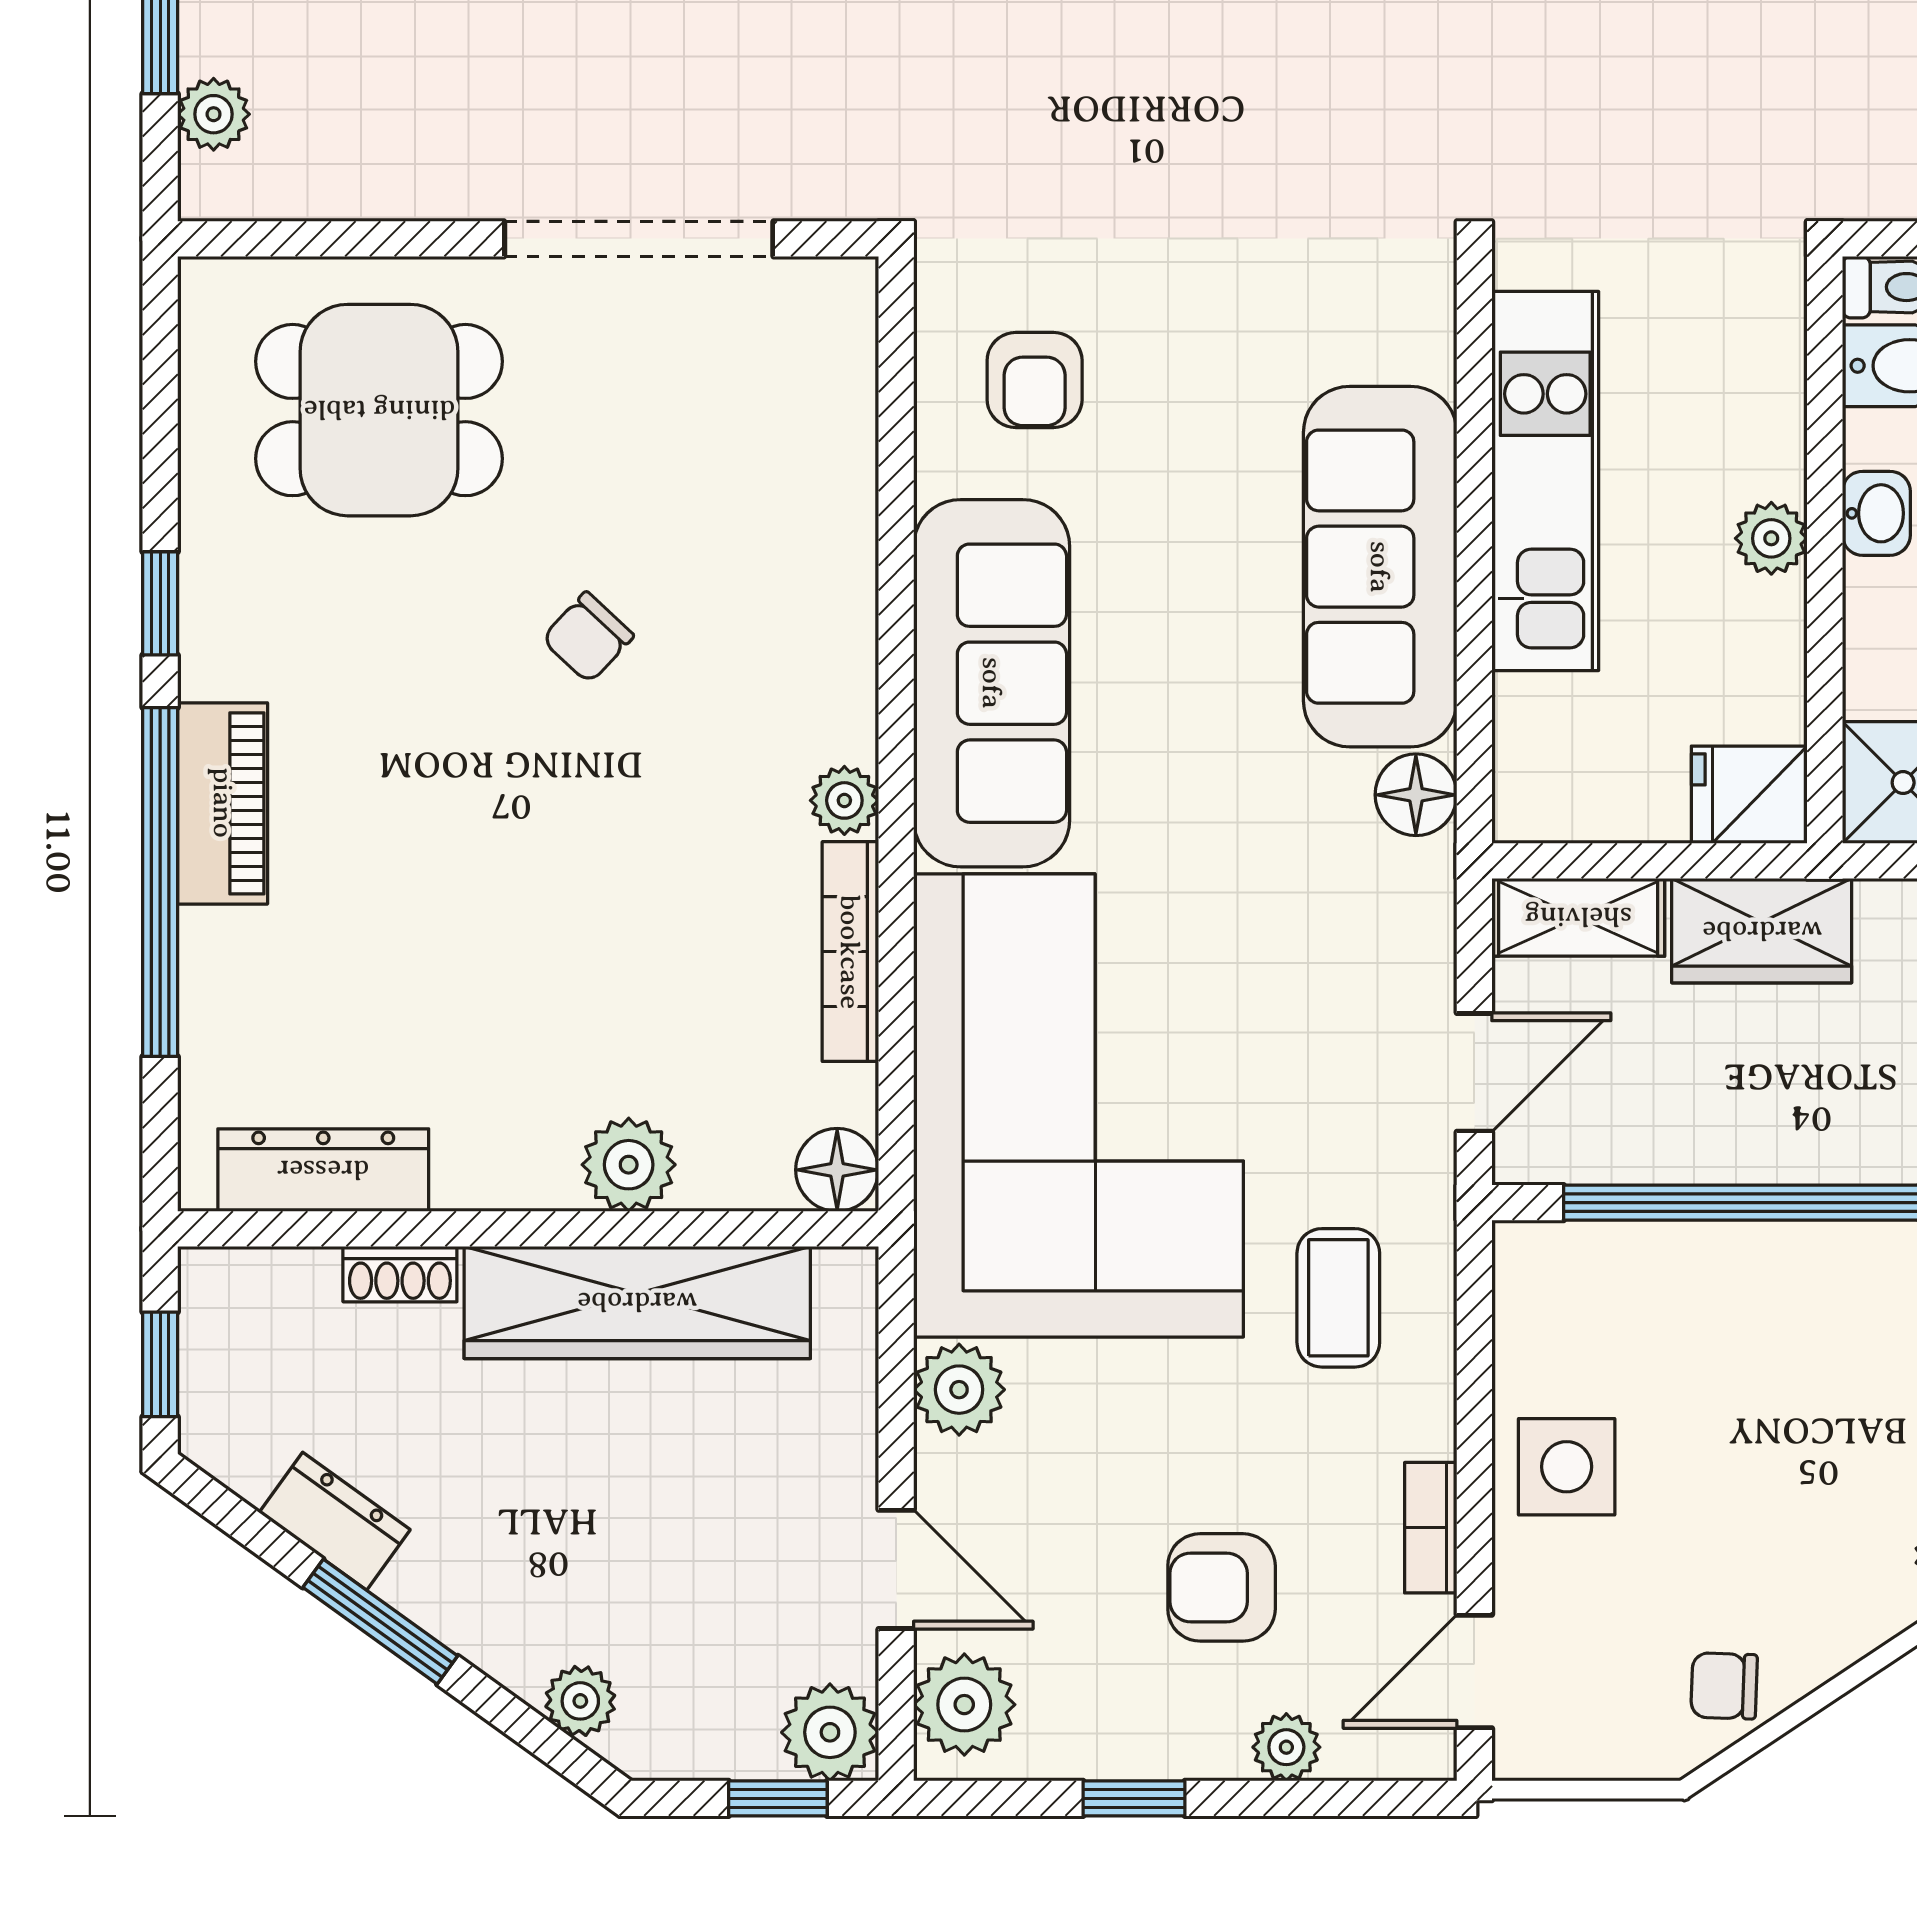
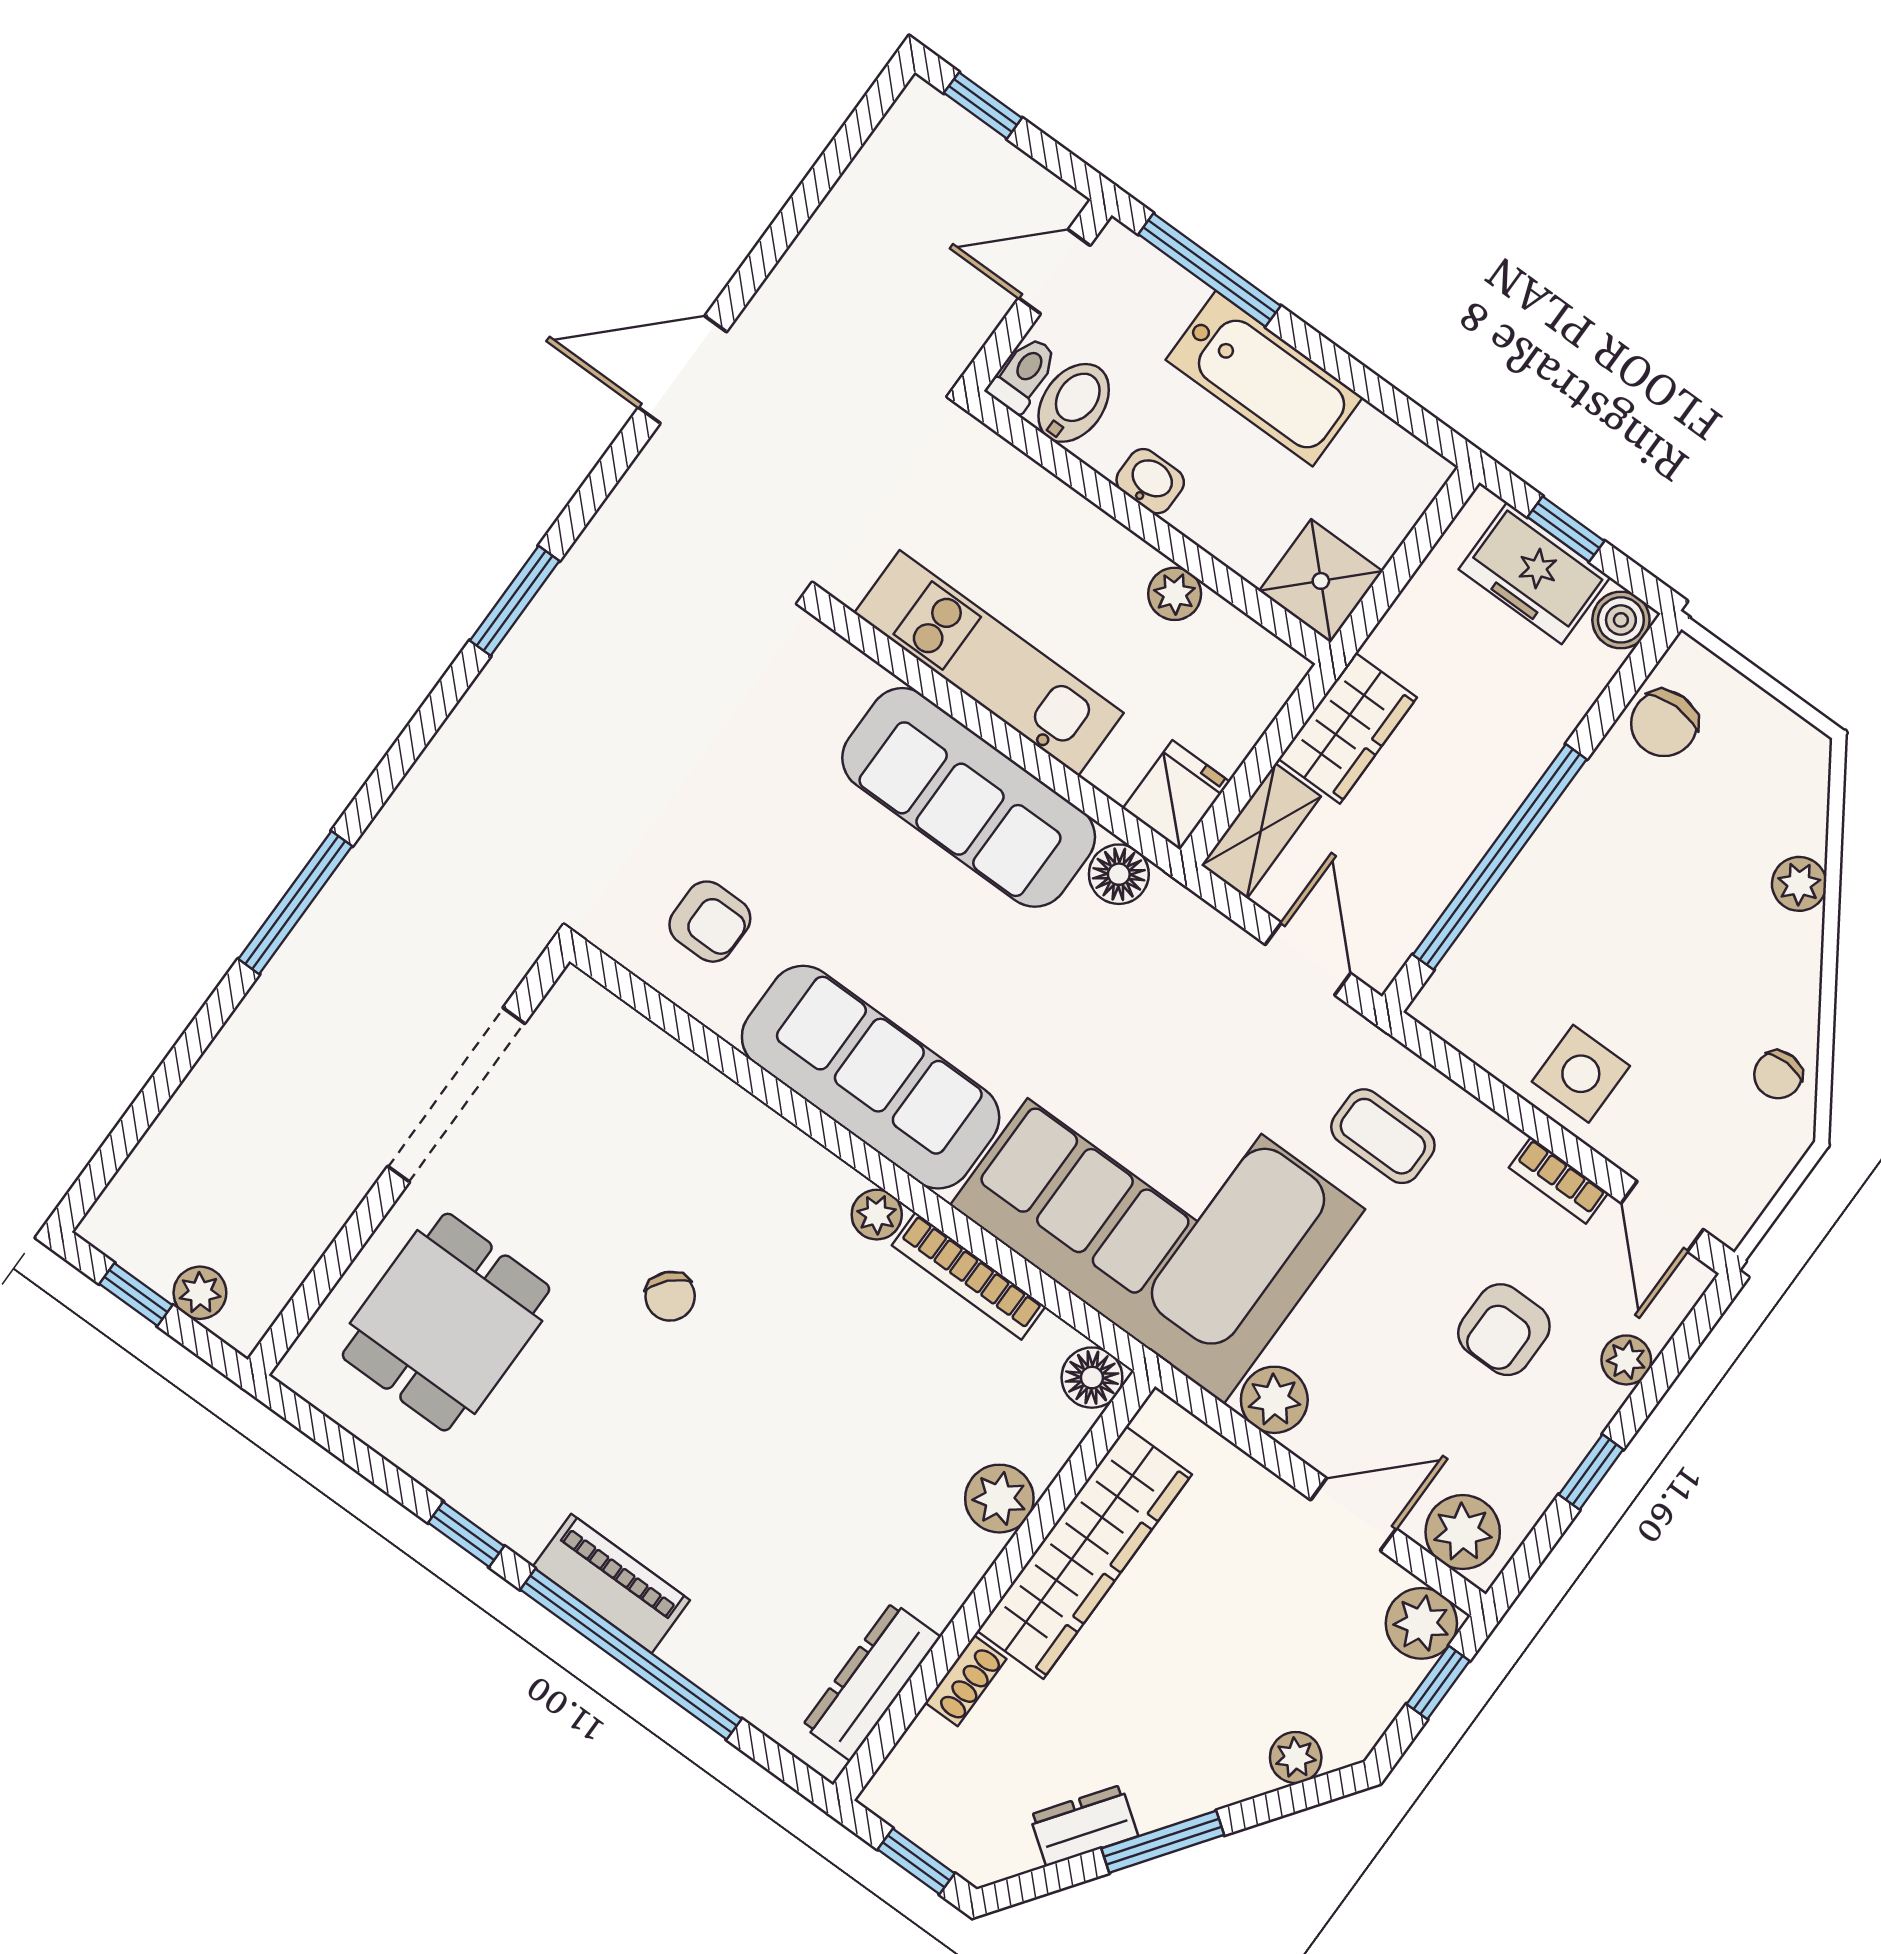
plant: (1771, 538) -> (1175, 594), moved
fridge: (1749, 795) -> (1176, 795), moved, turned 180

